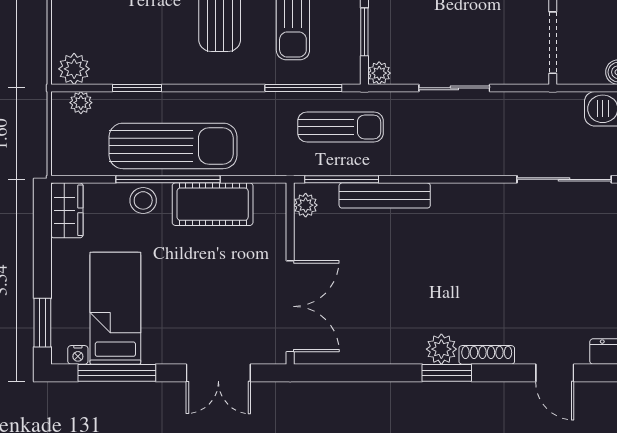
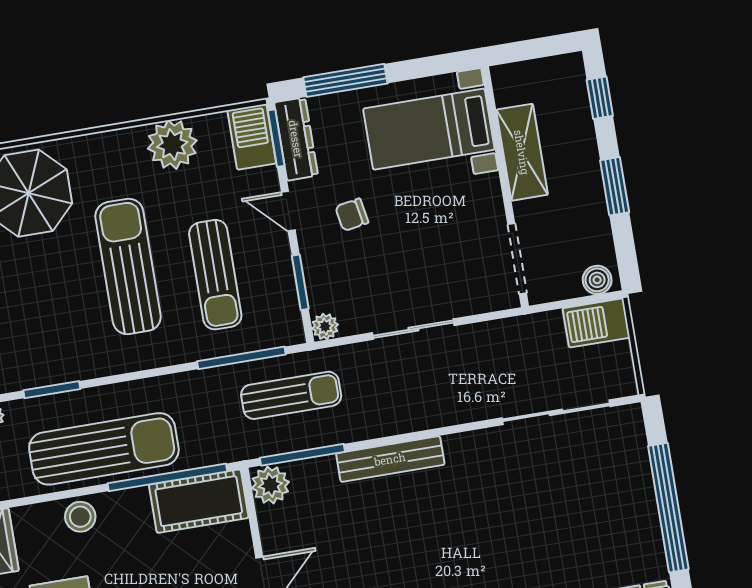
window: (168, 179) -> (167, 477), moved
bench: (385, 195) -> (390, 459), moved
cot: (213, 204) -> (199, 501), moved
plant: (306, 205) -> (270, 485), width x1.38, depth x1.38

